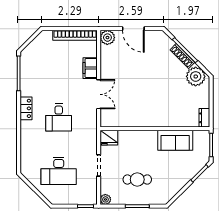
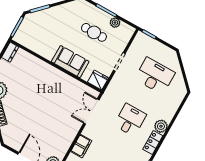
double door: (99, 94) -> (91, 112), moved
plant: (27, 128) -> (161, 126), added
sofa: (175, 140) -> (70, 62), moved
plant: (105, 199) -> (115, 23), moved

